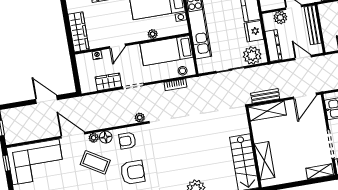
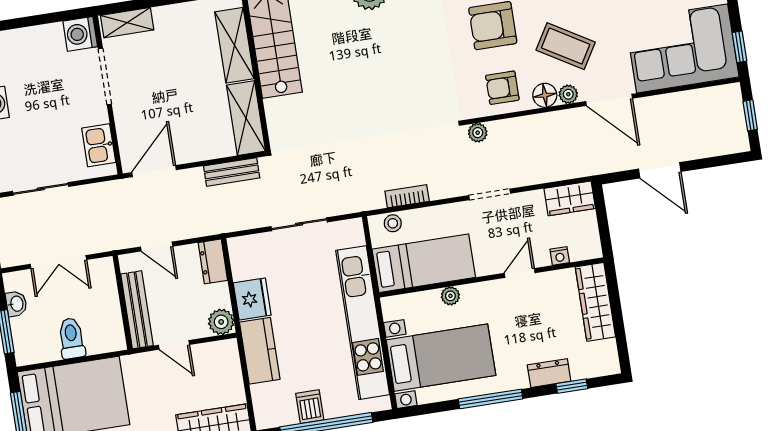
plant: (280, 18) -> (221, 322), moved
dresser: (273, 46) -> (213, 261), width x0.70
plant: (252, 55) -> (256, 252), removed
wardrobe: (108, 82) -> (570, 198), moved
shelving: (267, 111) -> (246, 118), moved, turned 90
armchair: (127, 141) -> (502, 88), turned 180

